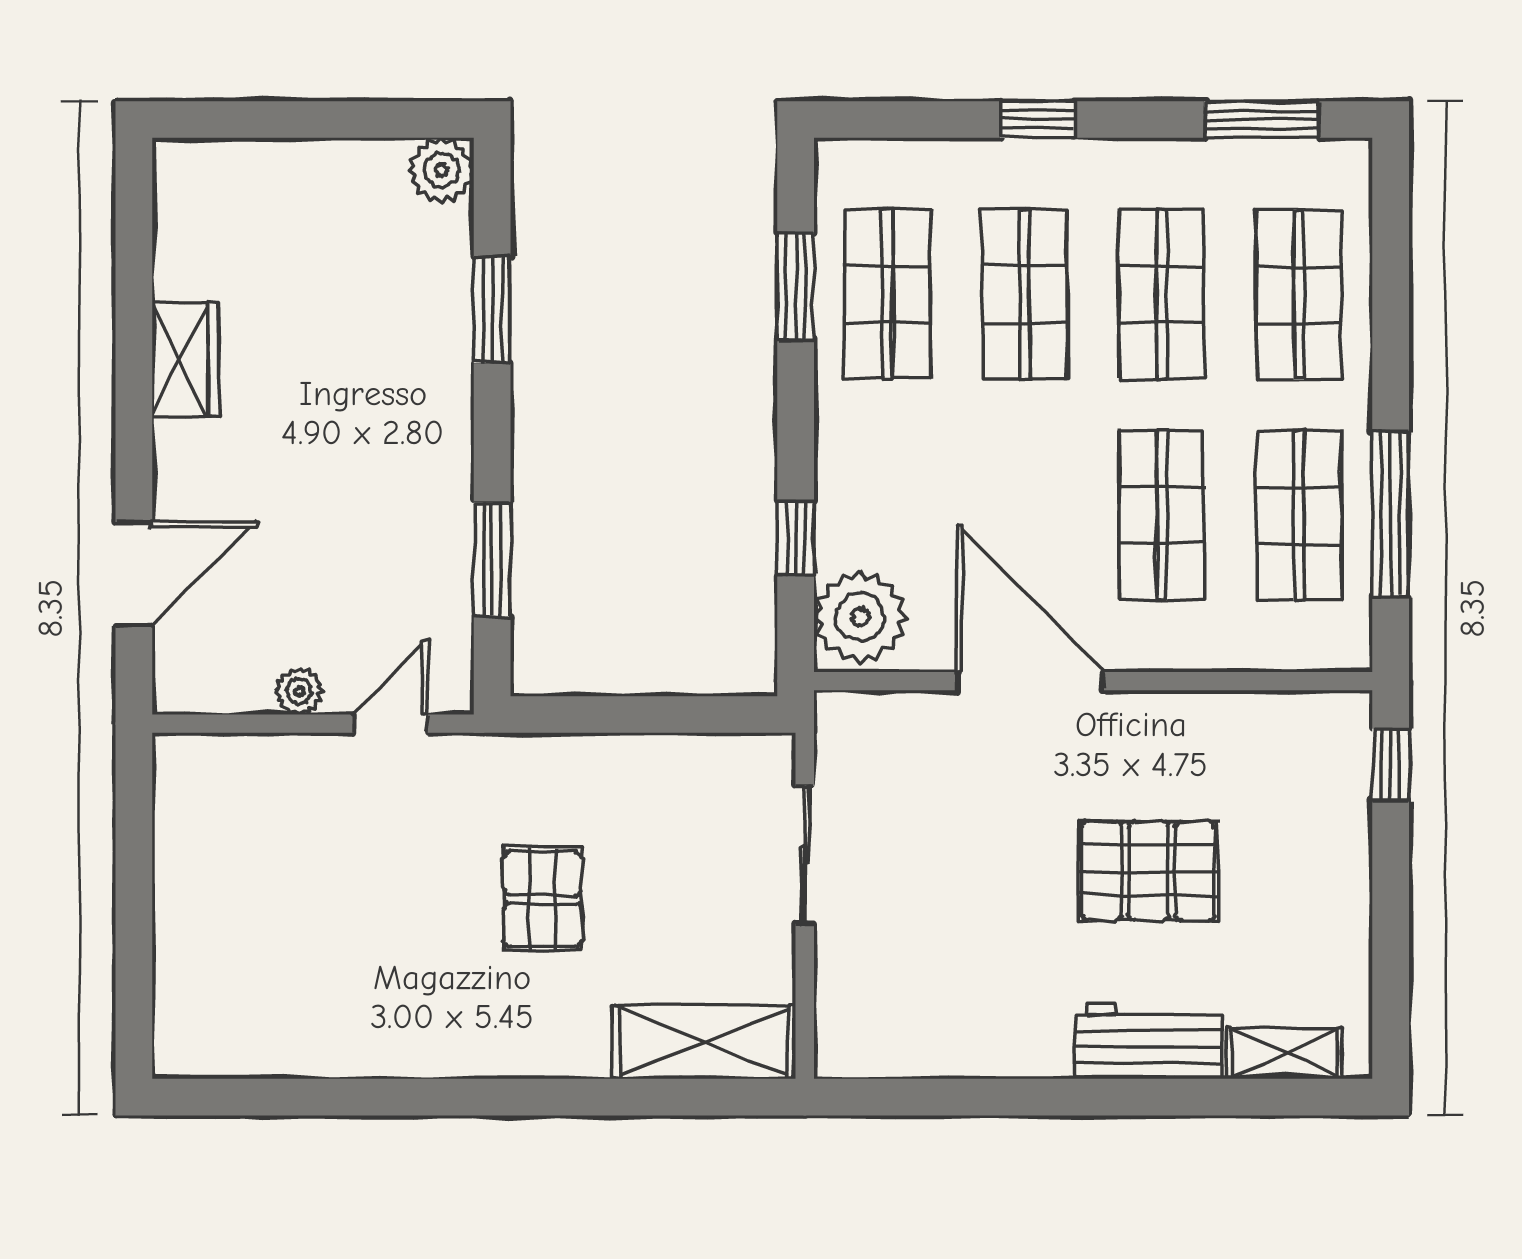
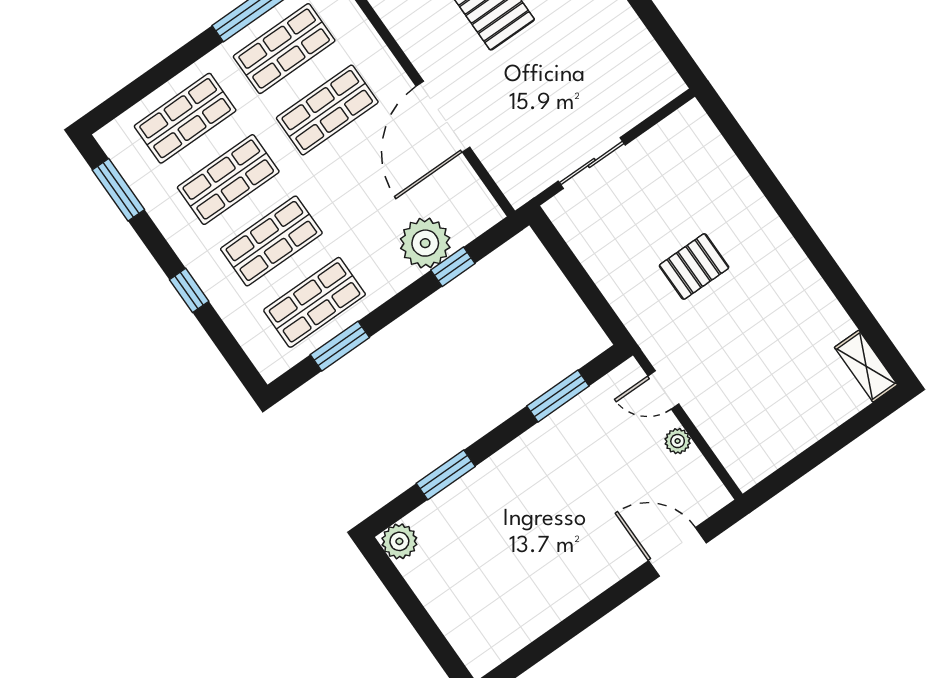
wardrobe: (185, 360) -> (565, 596), removed
plant: (860, 617) -> (425, 243), moved
shelving: (704, 1042) -> (866, 366), moved, width x0.67, depth x0.75

